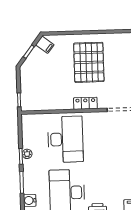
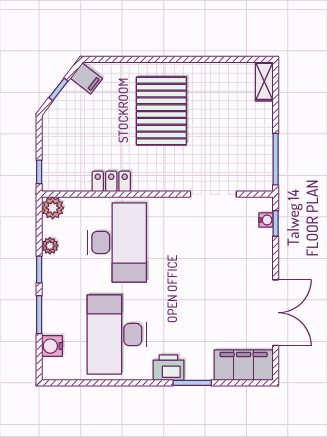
locker: (85, 103) -> (111, 181), moved
plant: (28, 120) -> (53, 208), added
plant: (27, 154) -> (50, 246), moved

